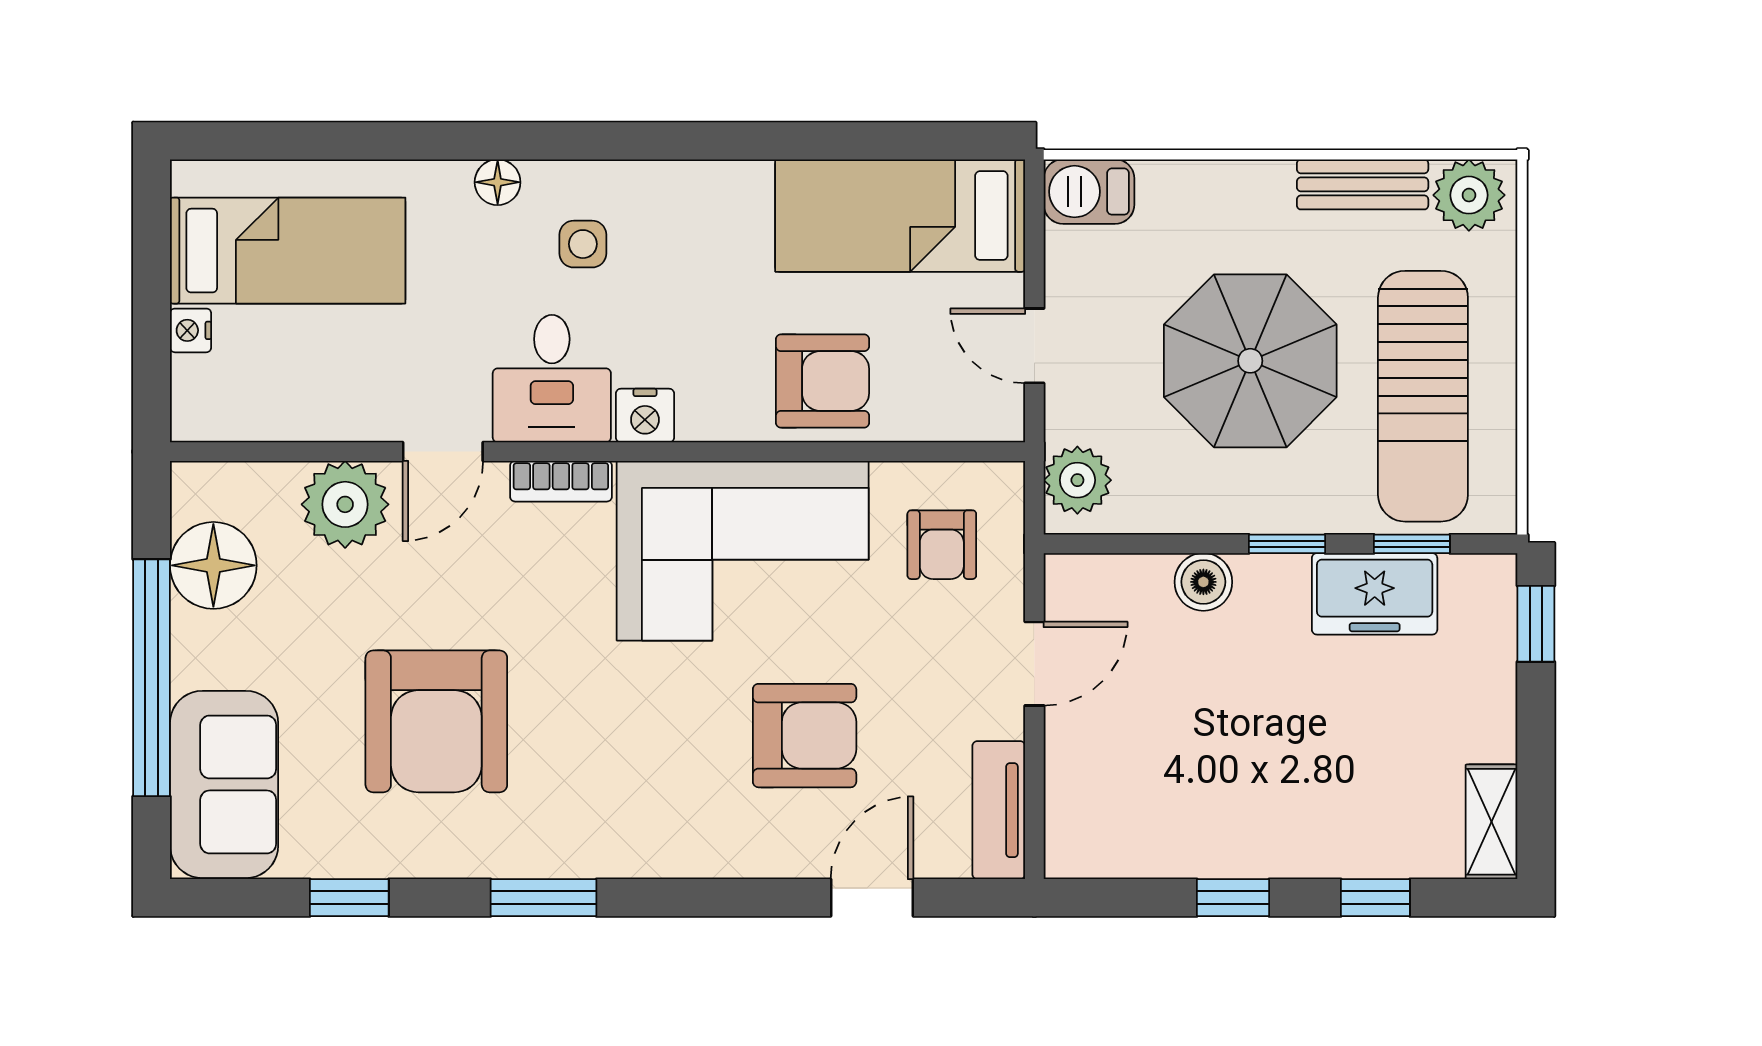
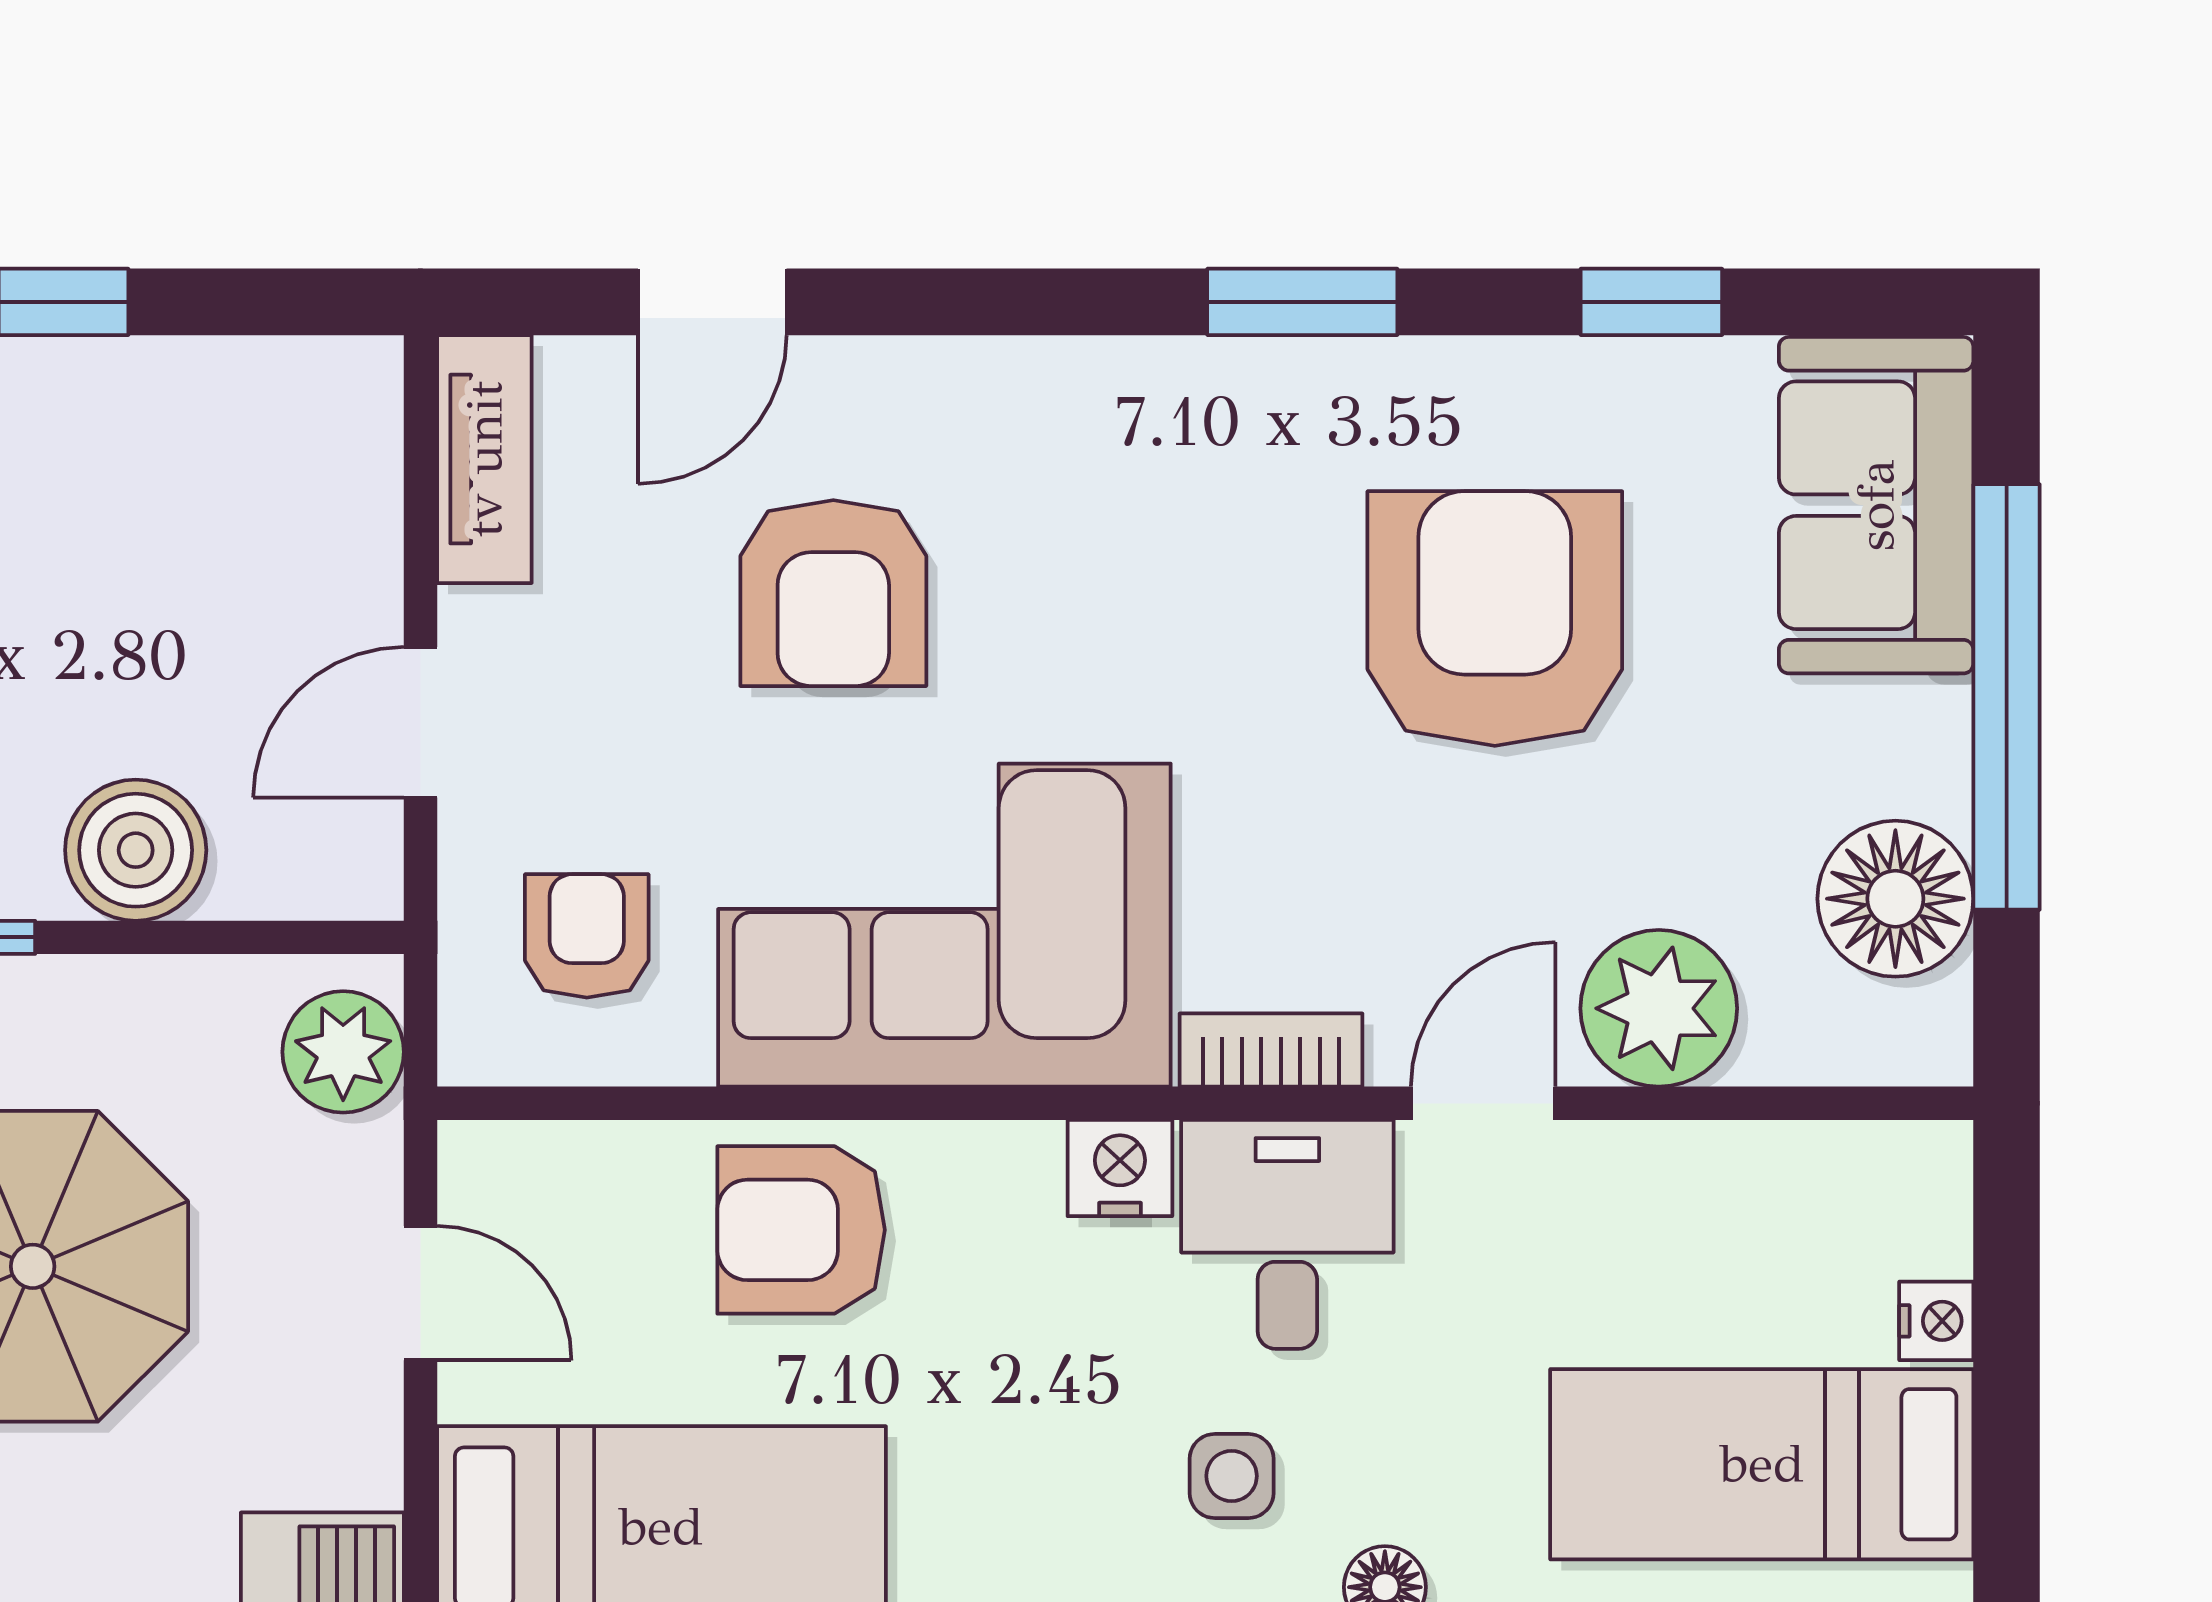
boiler: (1203, 582) -> (136, 850), width x1.36, depth x1.36
armchair: (805, 736) -> (833, 593), turned -90

